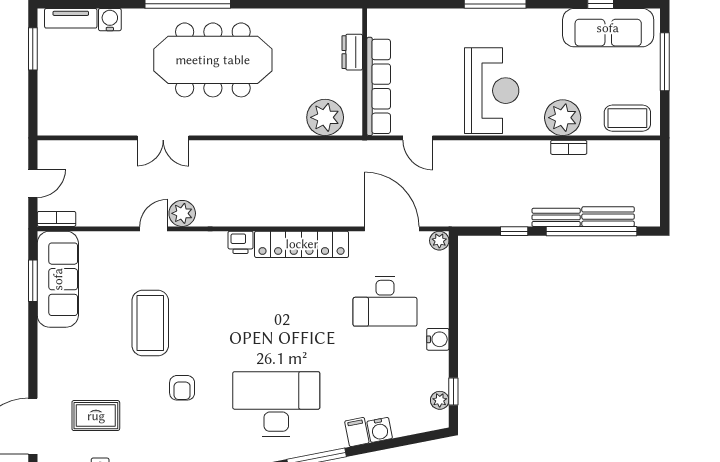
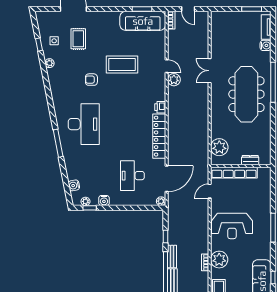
water cooler: (438, 339) -> (104, 201), moved
water cooler: (380, 430) -> (74, 185), moved
filing cabinet: (357, 432) -> (70, 162), removed

